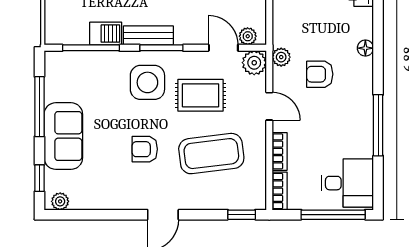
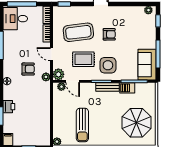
sofa: (63, 136) -> (147, 65), moved

